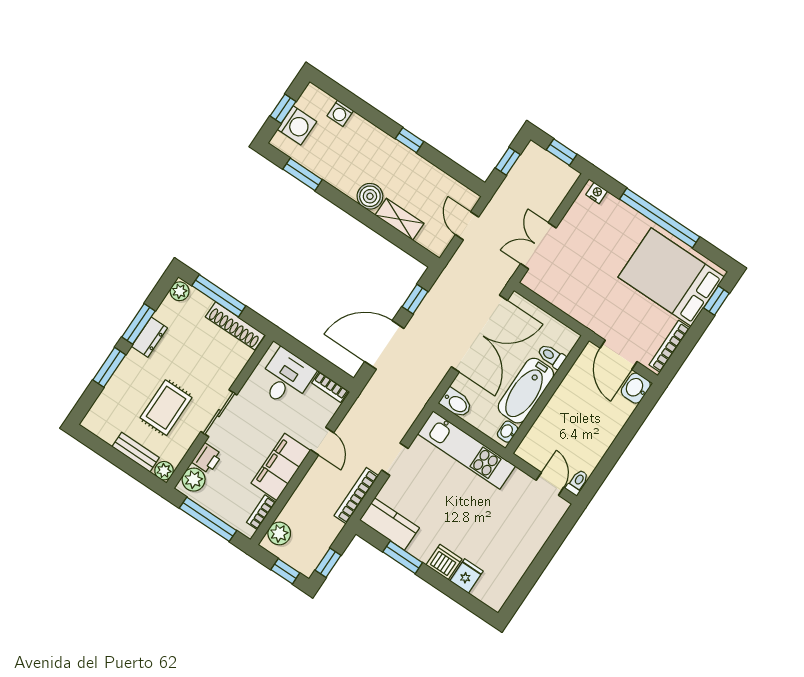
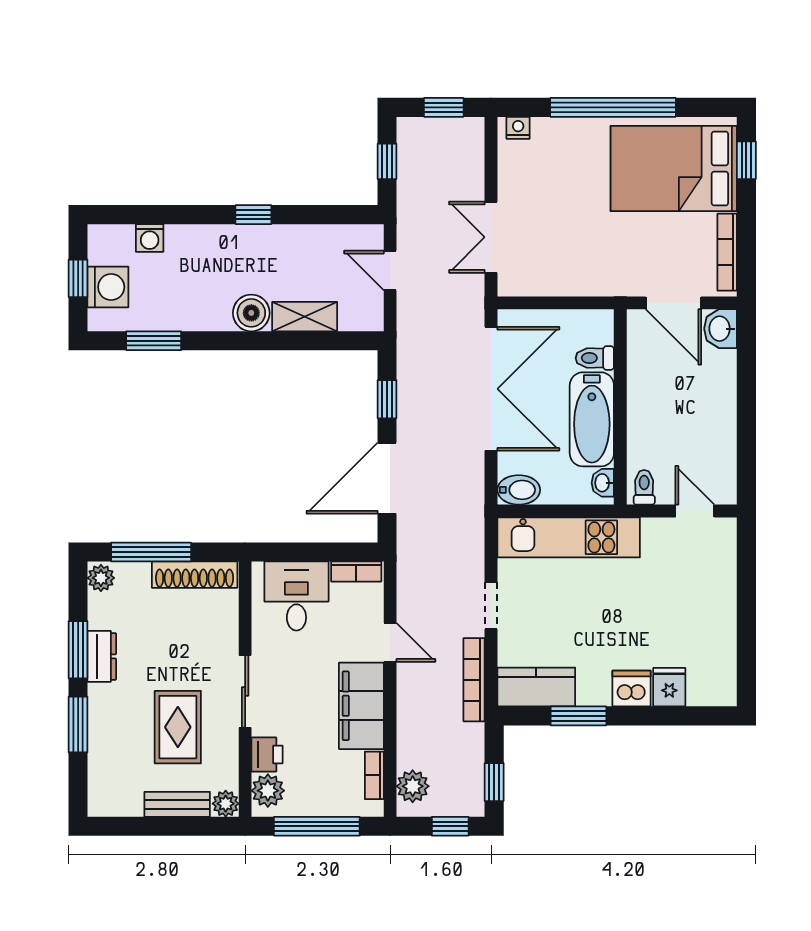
toilet: (577, 482) -> (644, 487), moved

